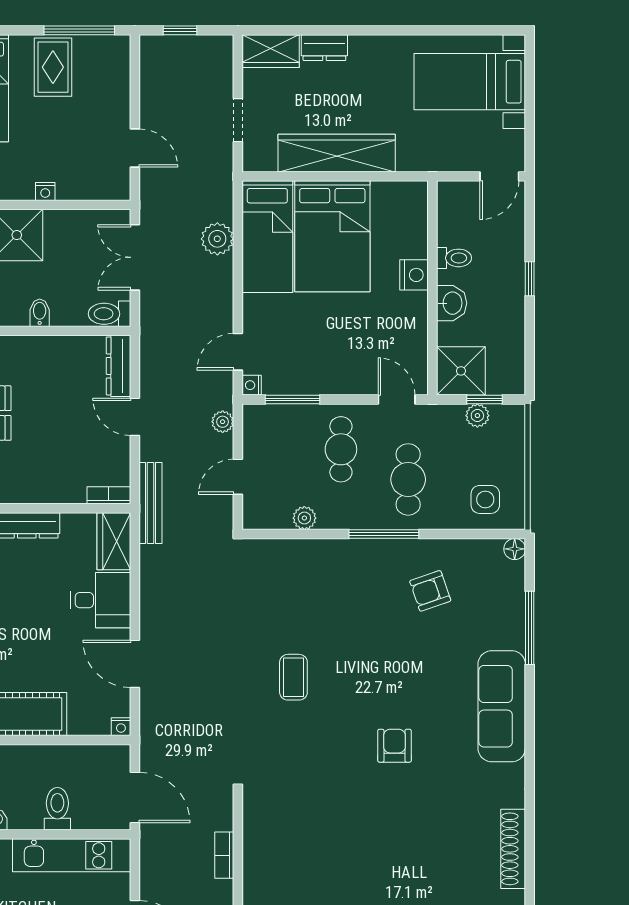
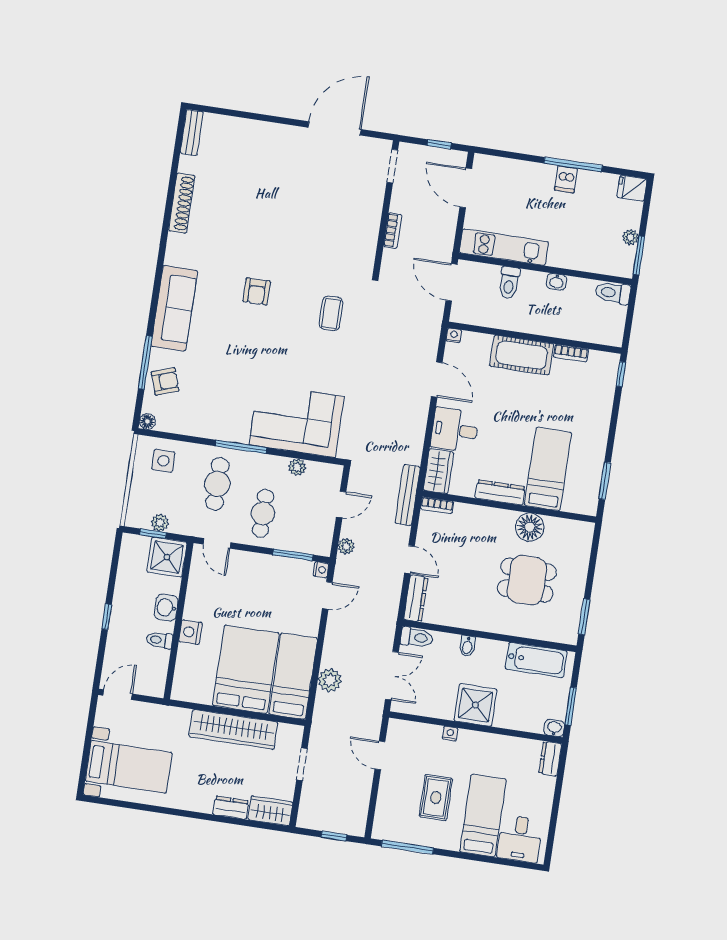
rug: (53, 67) -> (436, 798), moved
corner sofa: (315, 580) -> (297, 421), added
armchair: (430, 591) -> (165, 381), moved
coffee table: (293, 677) -> (331, 313), moved

